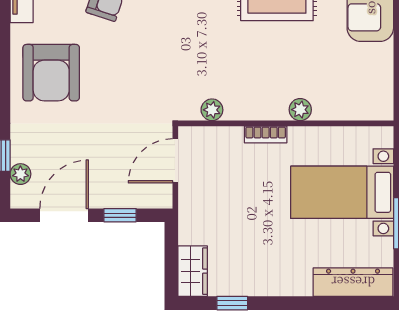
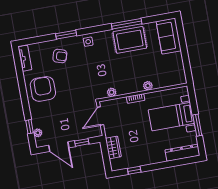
armchair: (51, 73) -> (43, 89), turned 180
door: (64, 215) -> (59, 147), swing flipped
wardrobe: (193, 271) -> (113, 147), moved

